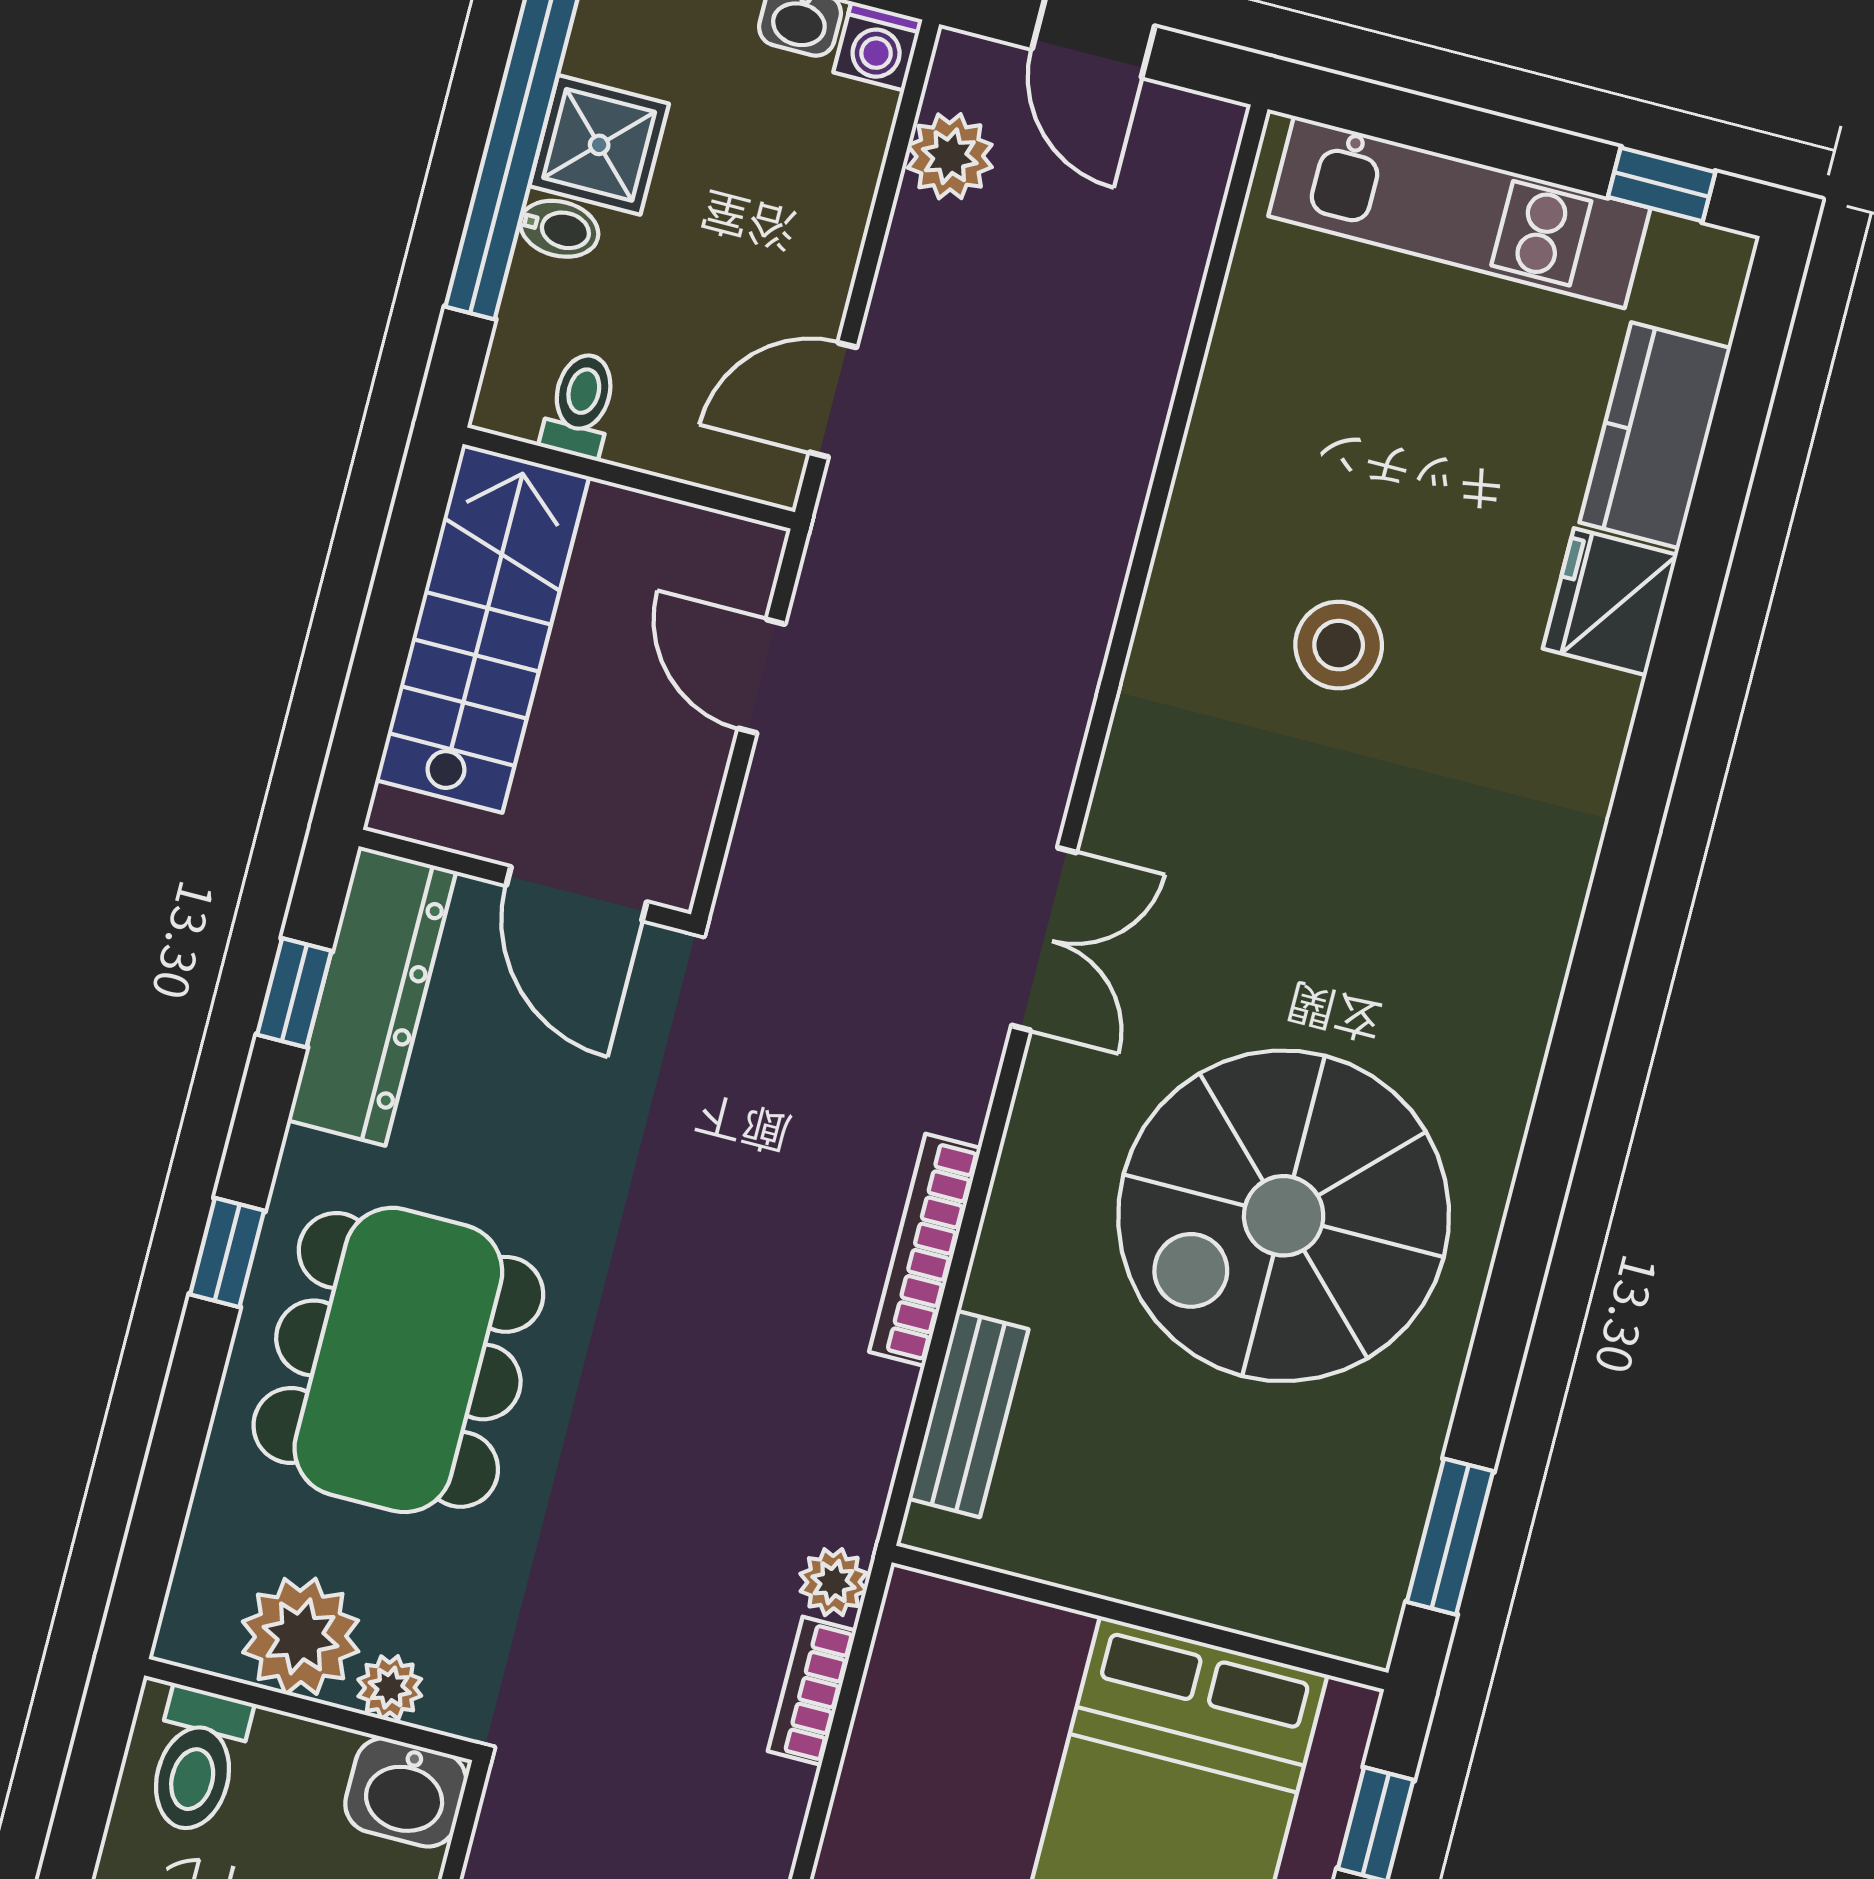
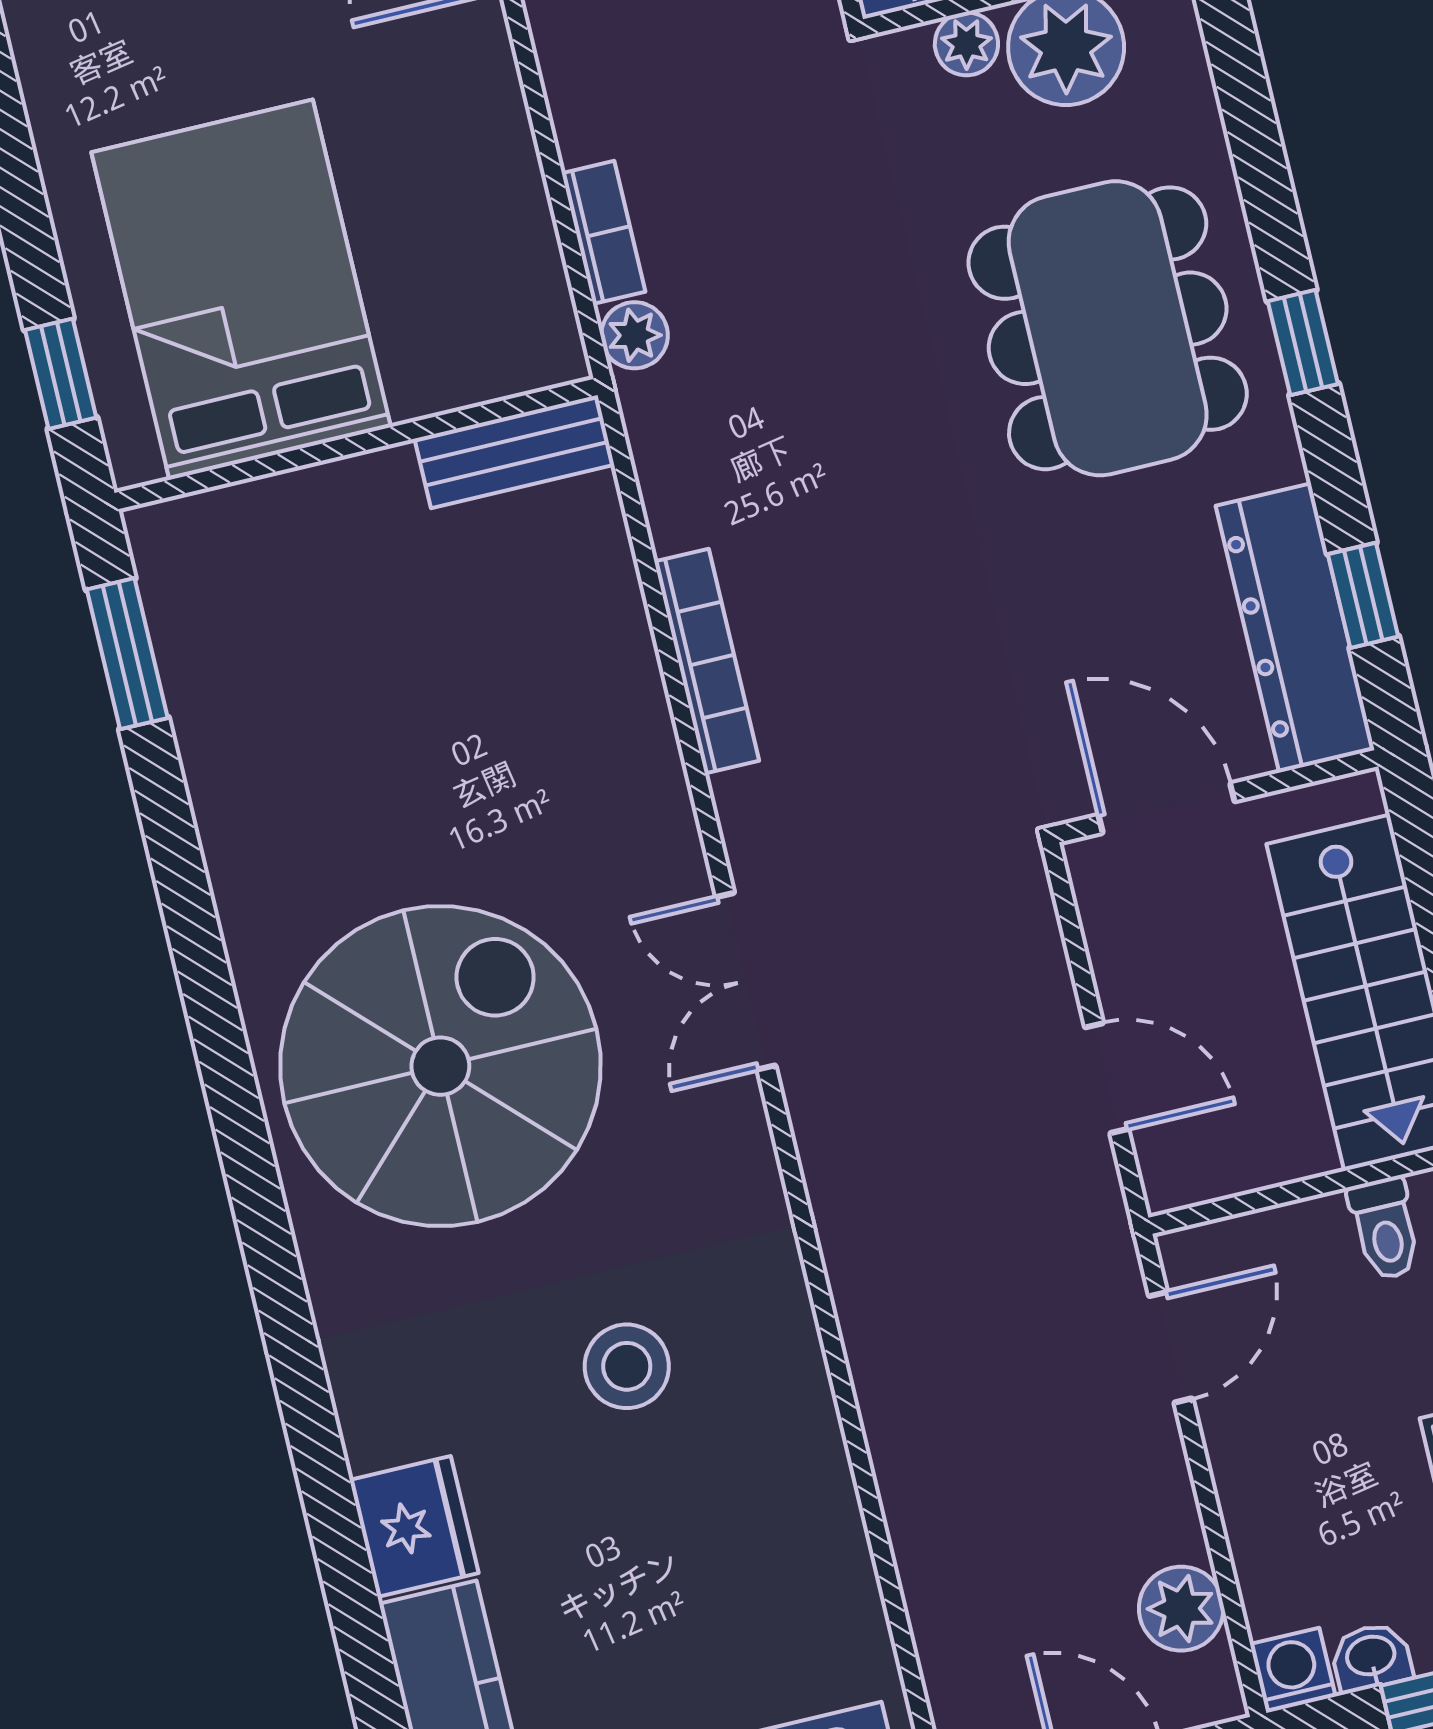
spiral stairs: (1284, 1216) -> (440, 1066), moved
bench: (968, 1414) -> (514, 452), moved, turned 90

